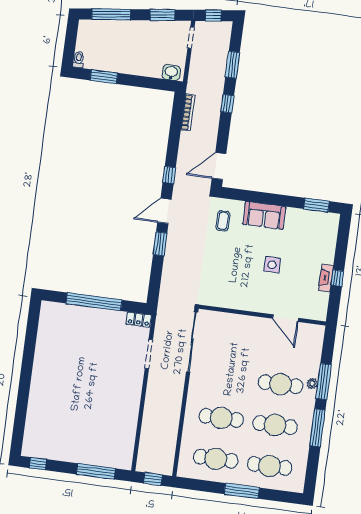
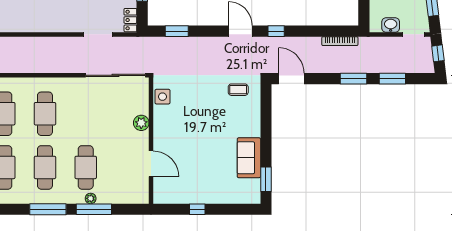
washbasin: (171, 73) -> (391, 25), moved, turned -90
window: (227, 104) -> (354, 79), width x1.50
sofa: (264, 215) -> (249, 158), moved
window: (160, 244) -> (177, 31), moved
side table: (272, 265) -> (162, 97), moved
fireplace: (326, 278) -> (196, 198), removed
door: (286, 318) -> (151, 164), swing flipped
plant: (243, 323) -> (141, 123), added

